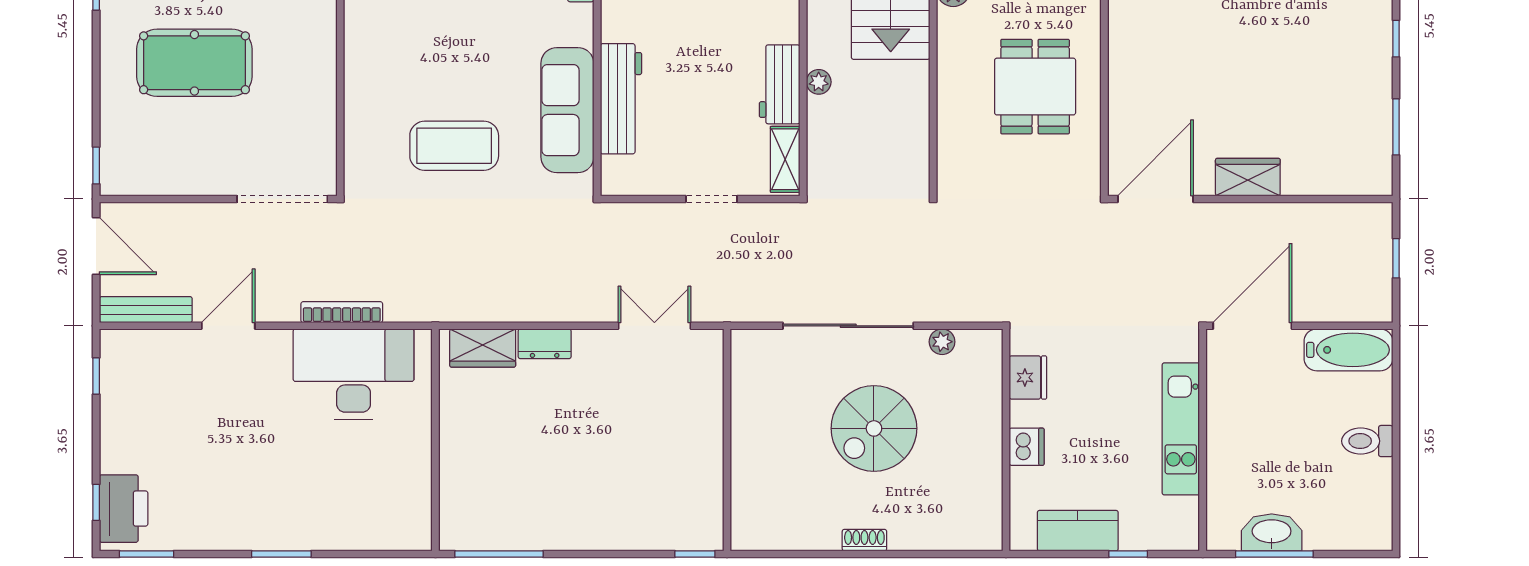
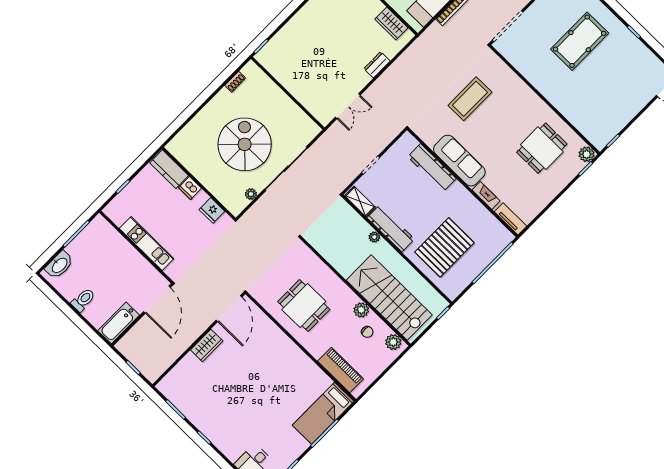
workbench: (780, 84) -> (391, 228), width x1.38
sofa: (567, 110) -> (459, 161), moved
wardrobe: (483, 348) -> (391, 23), moved, turned -90
spiral stairs: (874, 428) -> (245, 144), width x1.37, depth x1.37
kitchen counter: (1078, 531) -> (169, 169), moved, turned 90
washbasin: (1272, 532) -> (59, 265), moved
shoe rack: (864, 540) -> (235, 82), moved

